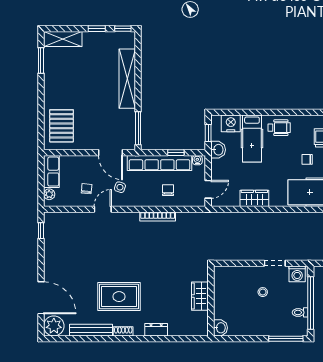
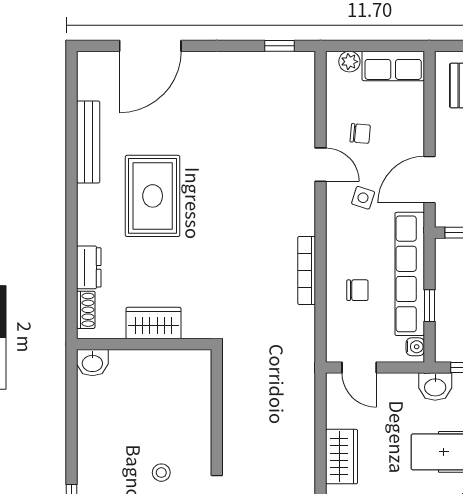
wardrobe: (200, 296) -> (154, 323), moved
wall: (211, 301) -> (144, 344), moved
plant: (54, 326) -> (96, 70), removed
washbasin: (220, 328) -> (92, 363), moved
shoe rack: (123, 331) -> (86, 310), moved

